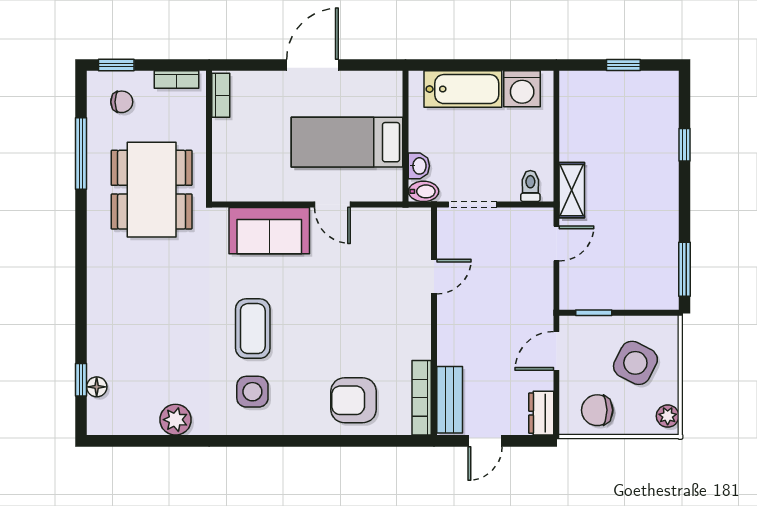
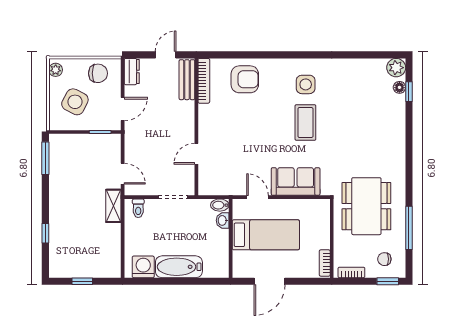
wall: (406, 136) -> (231, 238), moved
bed: (347, 142) -> (266, 235), moved
washbasin: (419, 166) -> (223, 220), moved
bidet: (423, 191) -> (220, 205), moved
door: (556, 244) -> (123, 174), swing flipped
plant: (176, 420) -> (396, 68), moved

